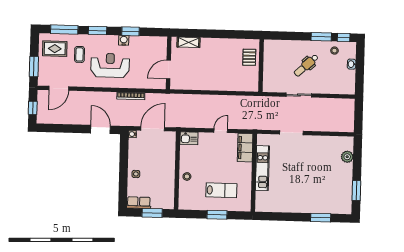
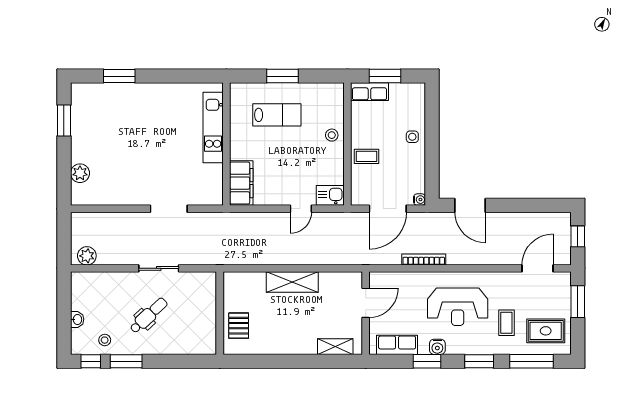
row of seats: (149, 42) -> (397, 345), added
shelving: (215, 84) -> (292, 282), added
plant: (344, 104) -> (87, 256), added
door: (221, 131) -> (301, 209), moved
coffee table: (165, 162) -> (366, 156), added
kitchen unit: (262, 168) -> (213, 127), moved
lab bench: (221, 190) -> (277, 115), turned 180
row of seats: (139, 203) -> (369, 92), moved

